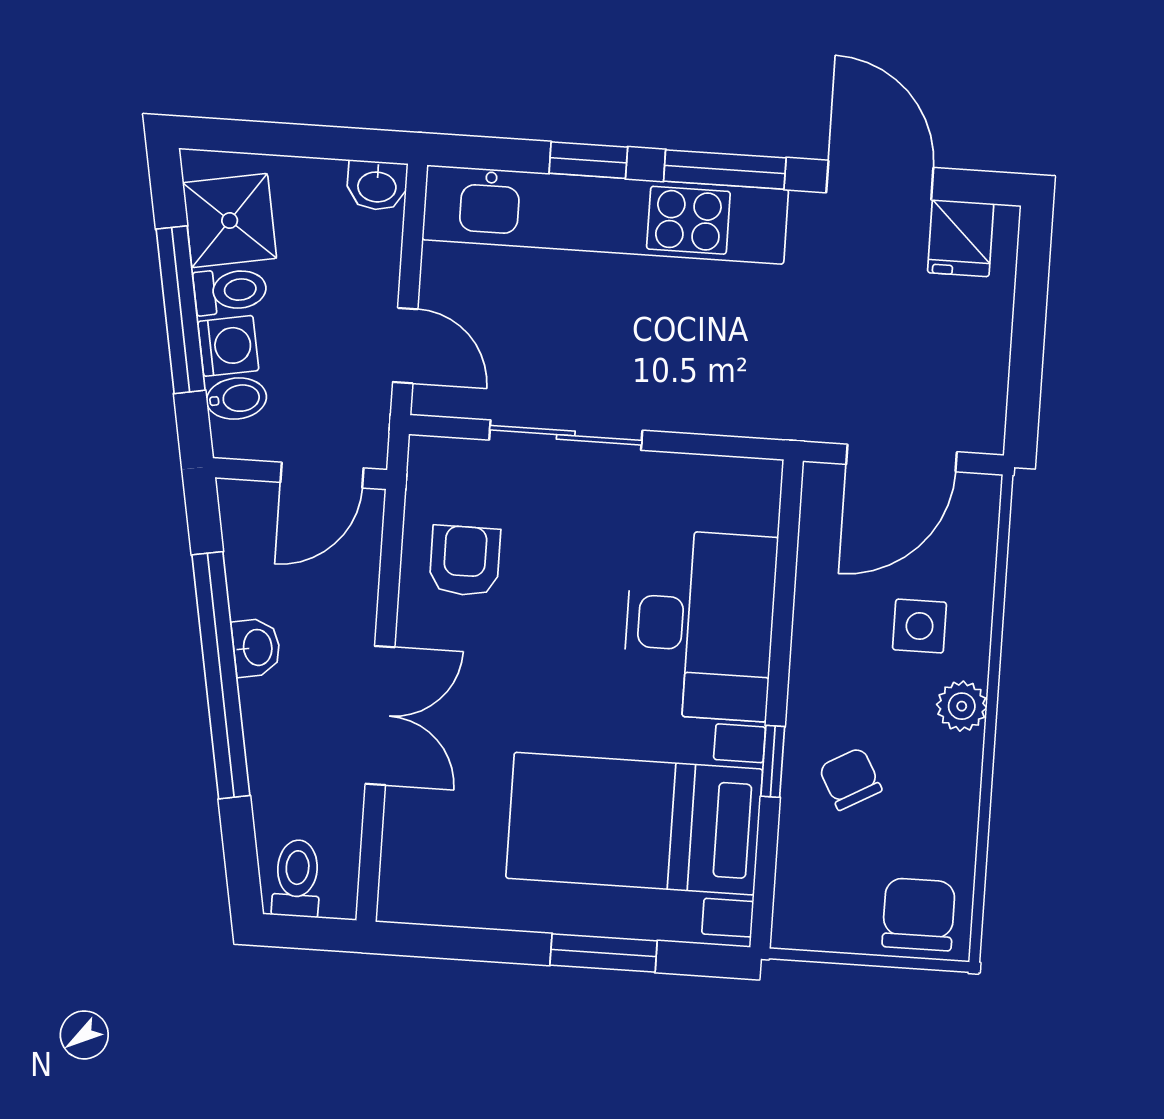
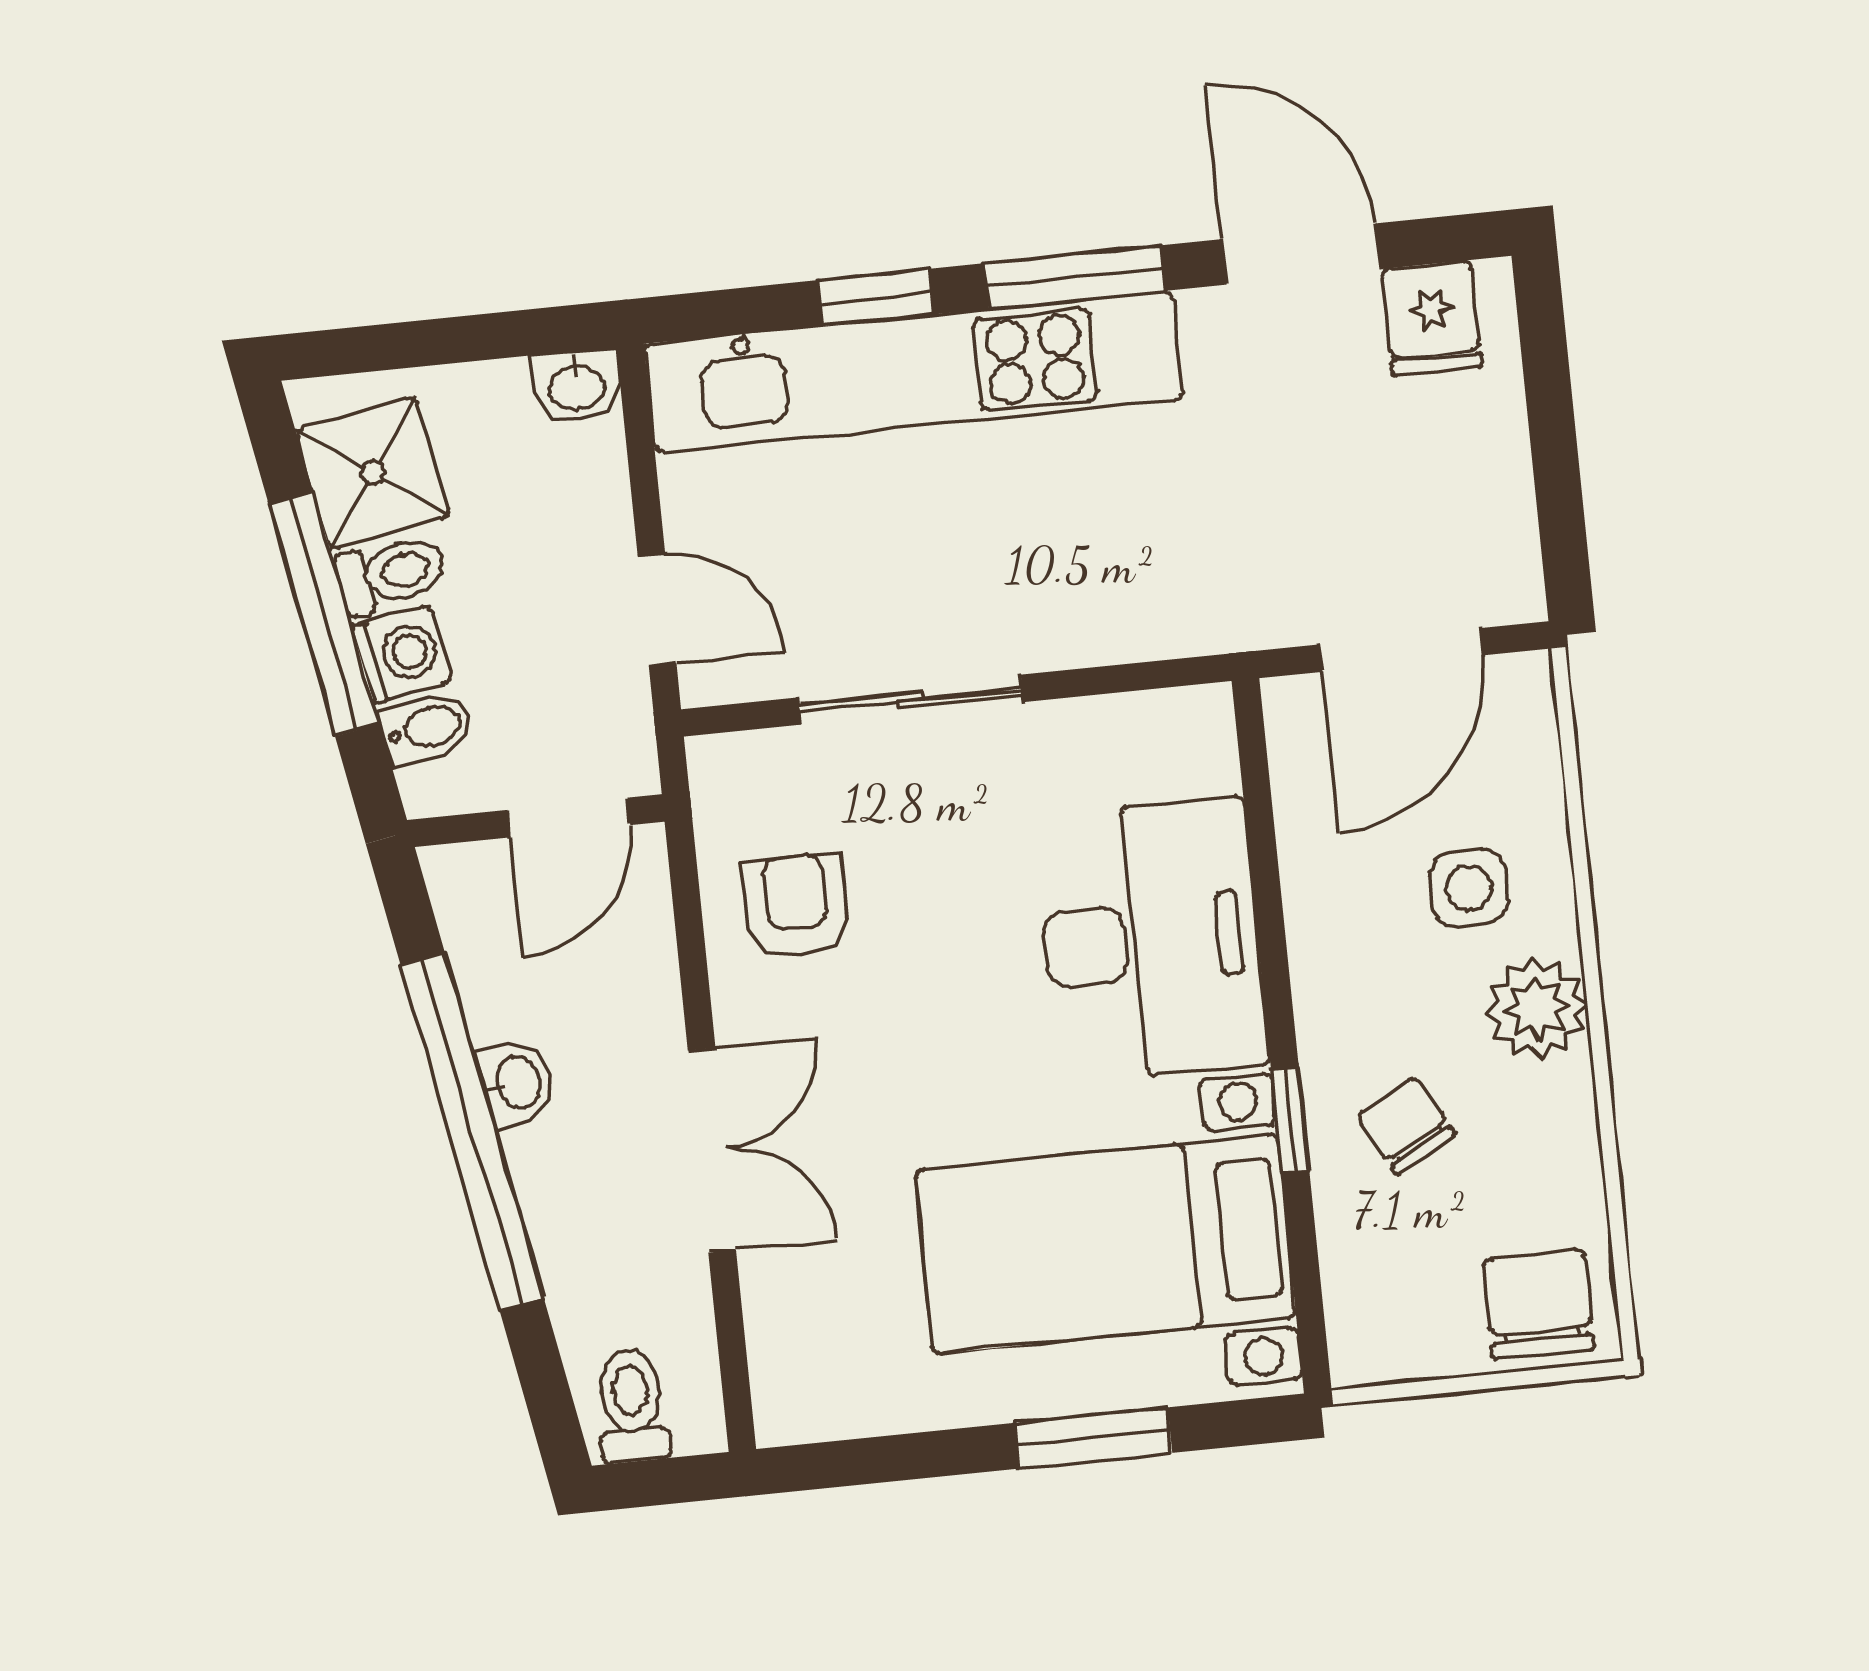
plant: (962, 706) -> (1537, 1008), width x1.38, depth x1.38

